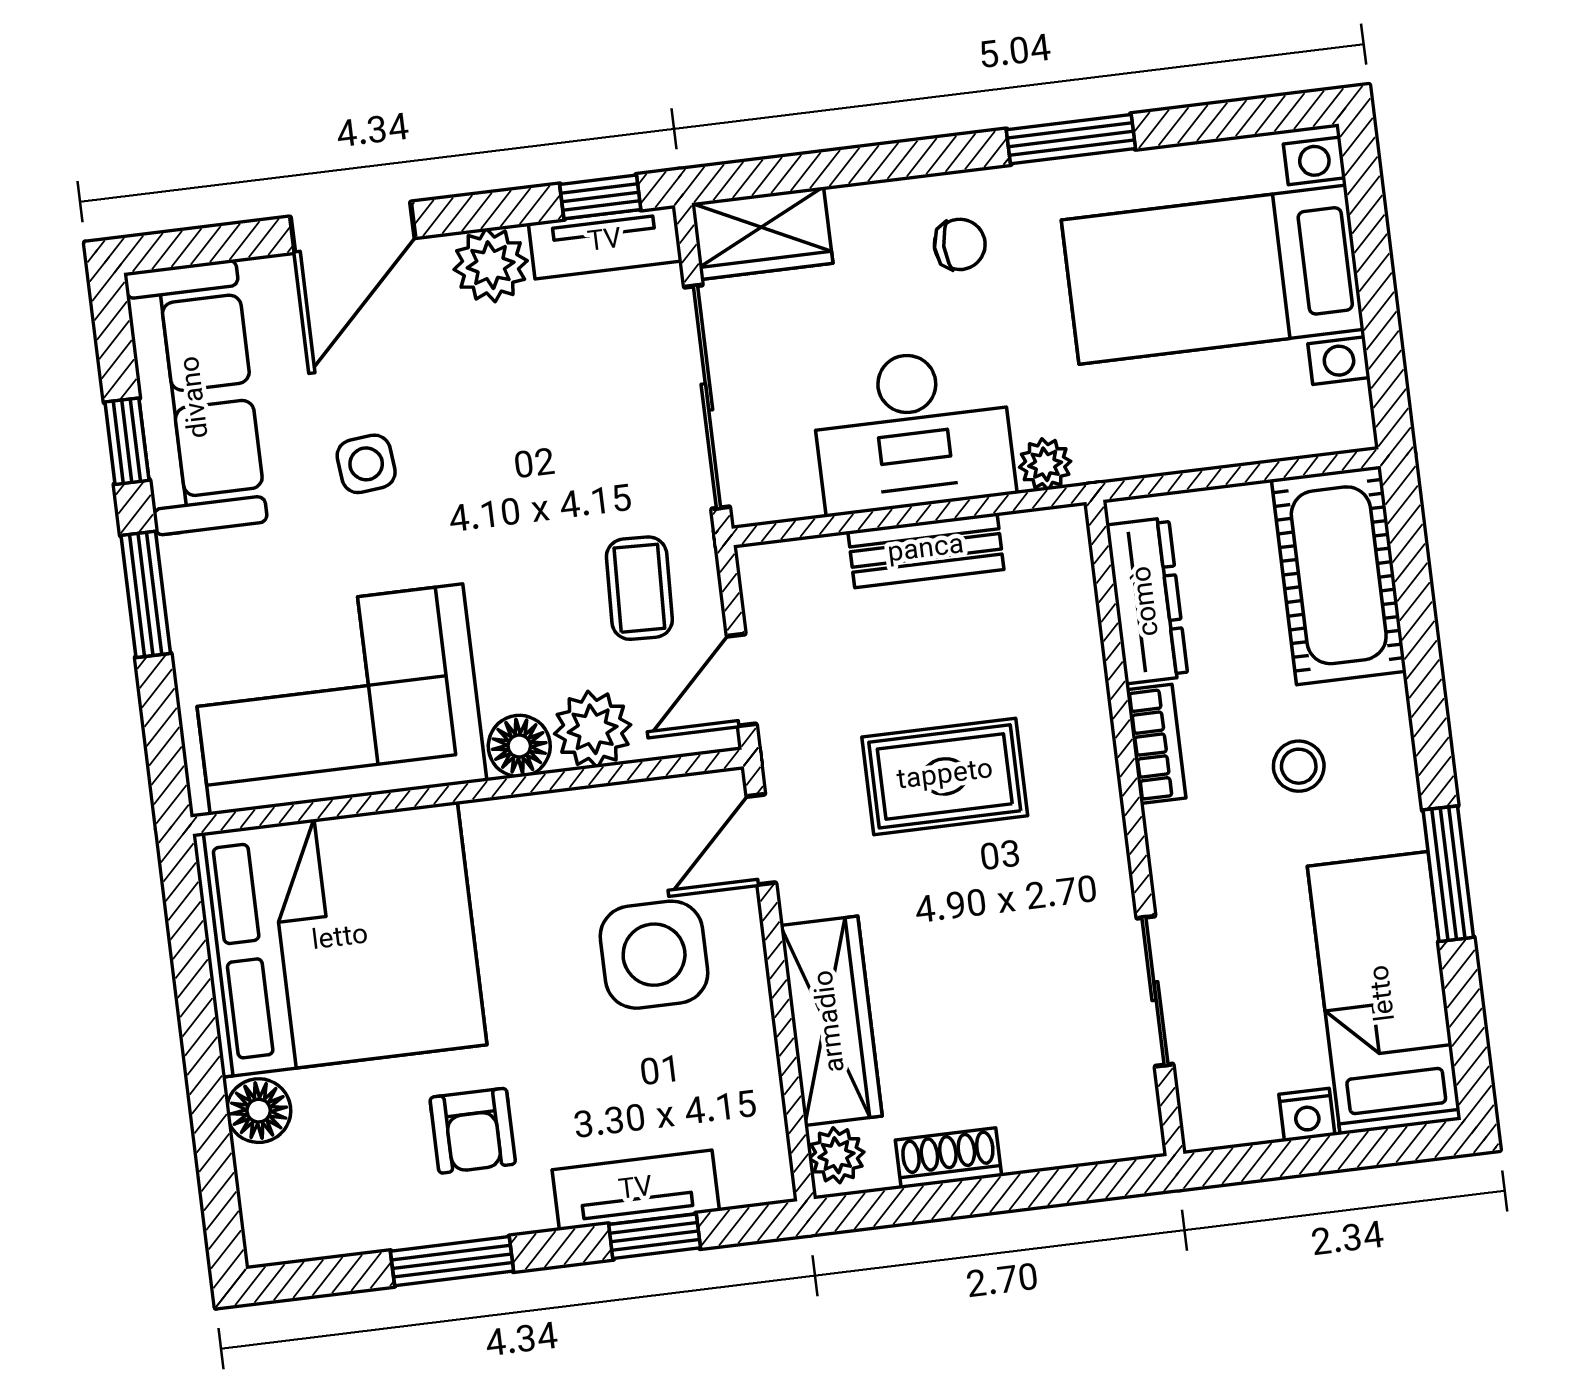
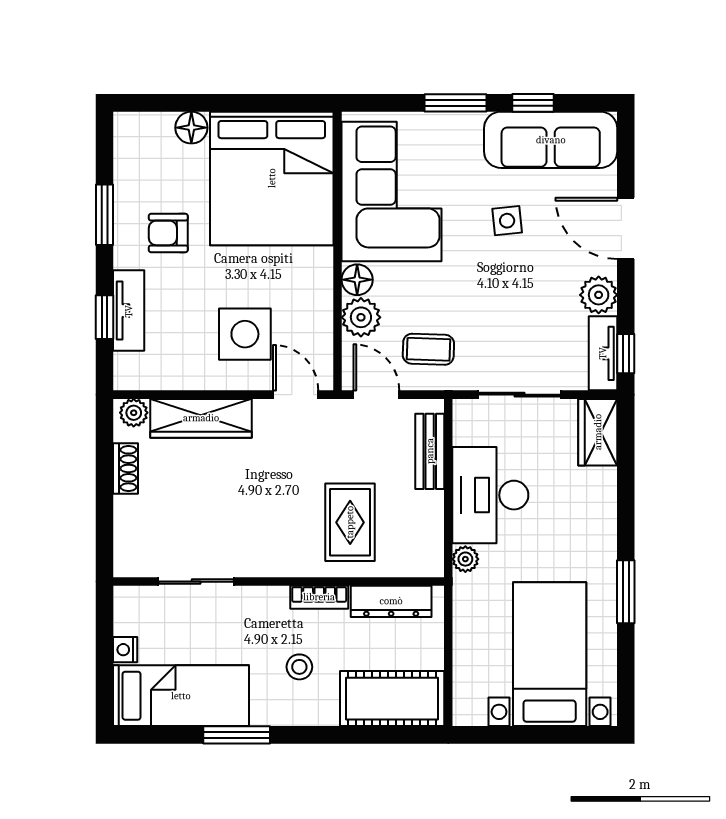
chair: (960, 244) -> (580, 530), removed
sliding door: (707, 397) -> (520, 395), width x0.73
bench: (926, 550) -> (430, 451), moved
rug: (945, 776) -> (350, 522), moved

